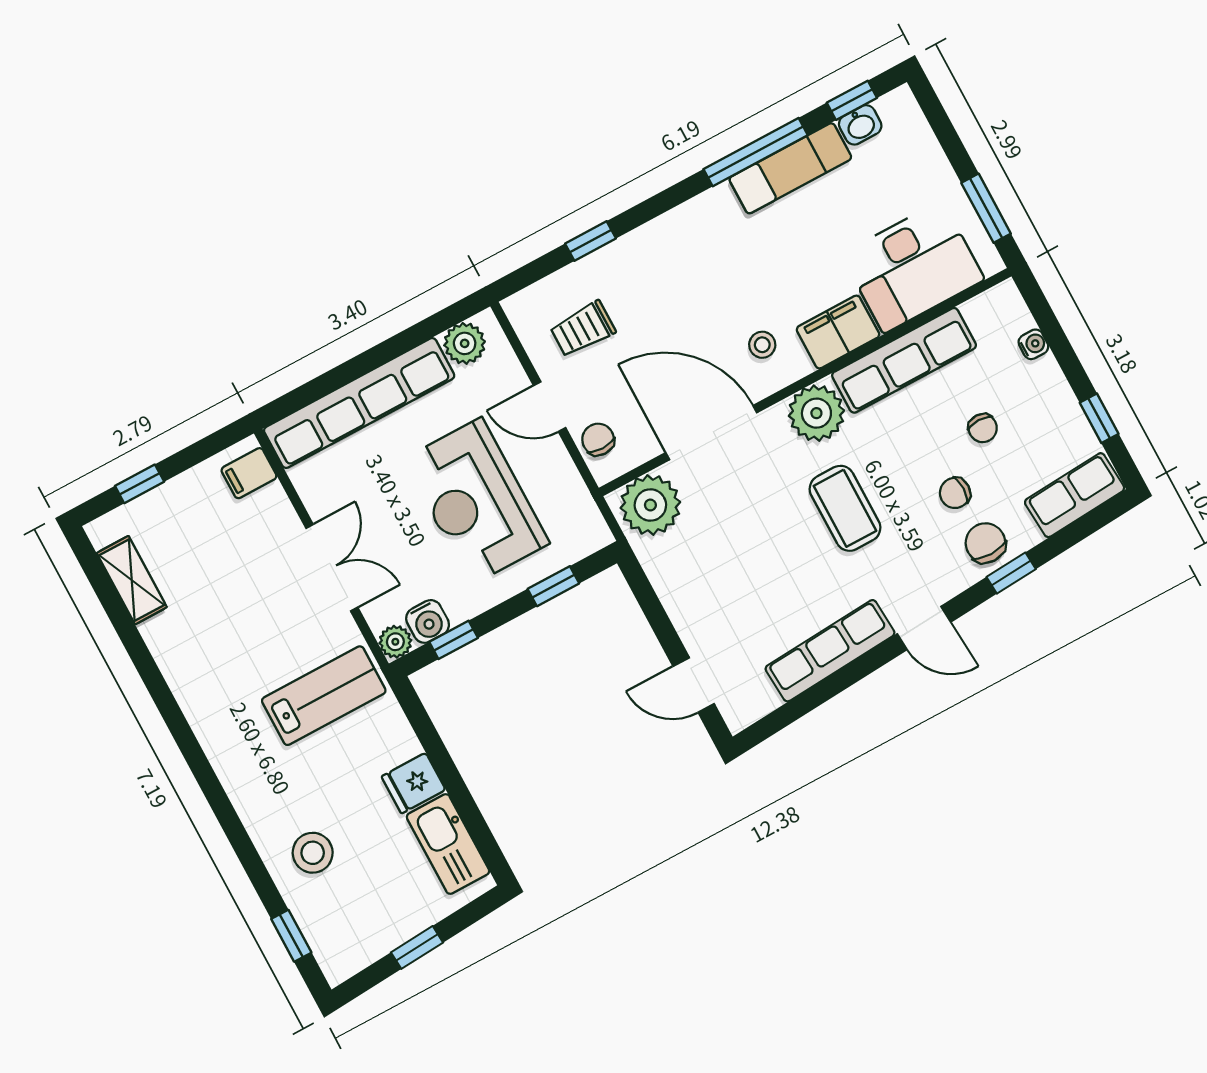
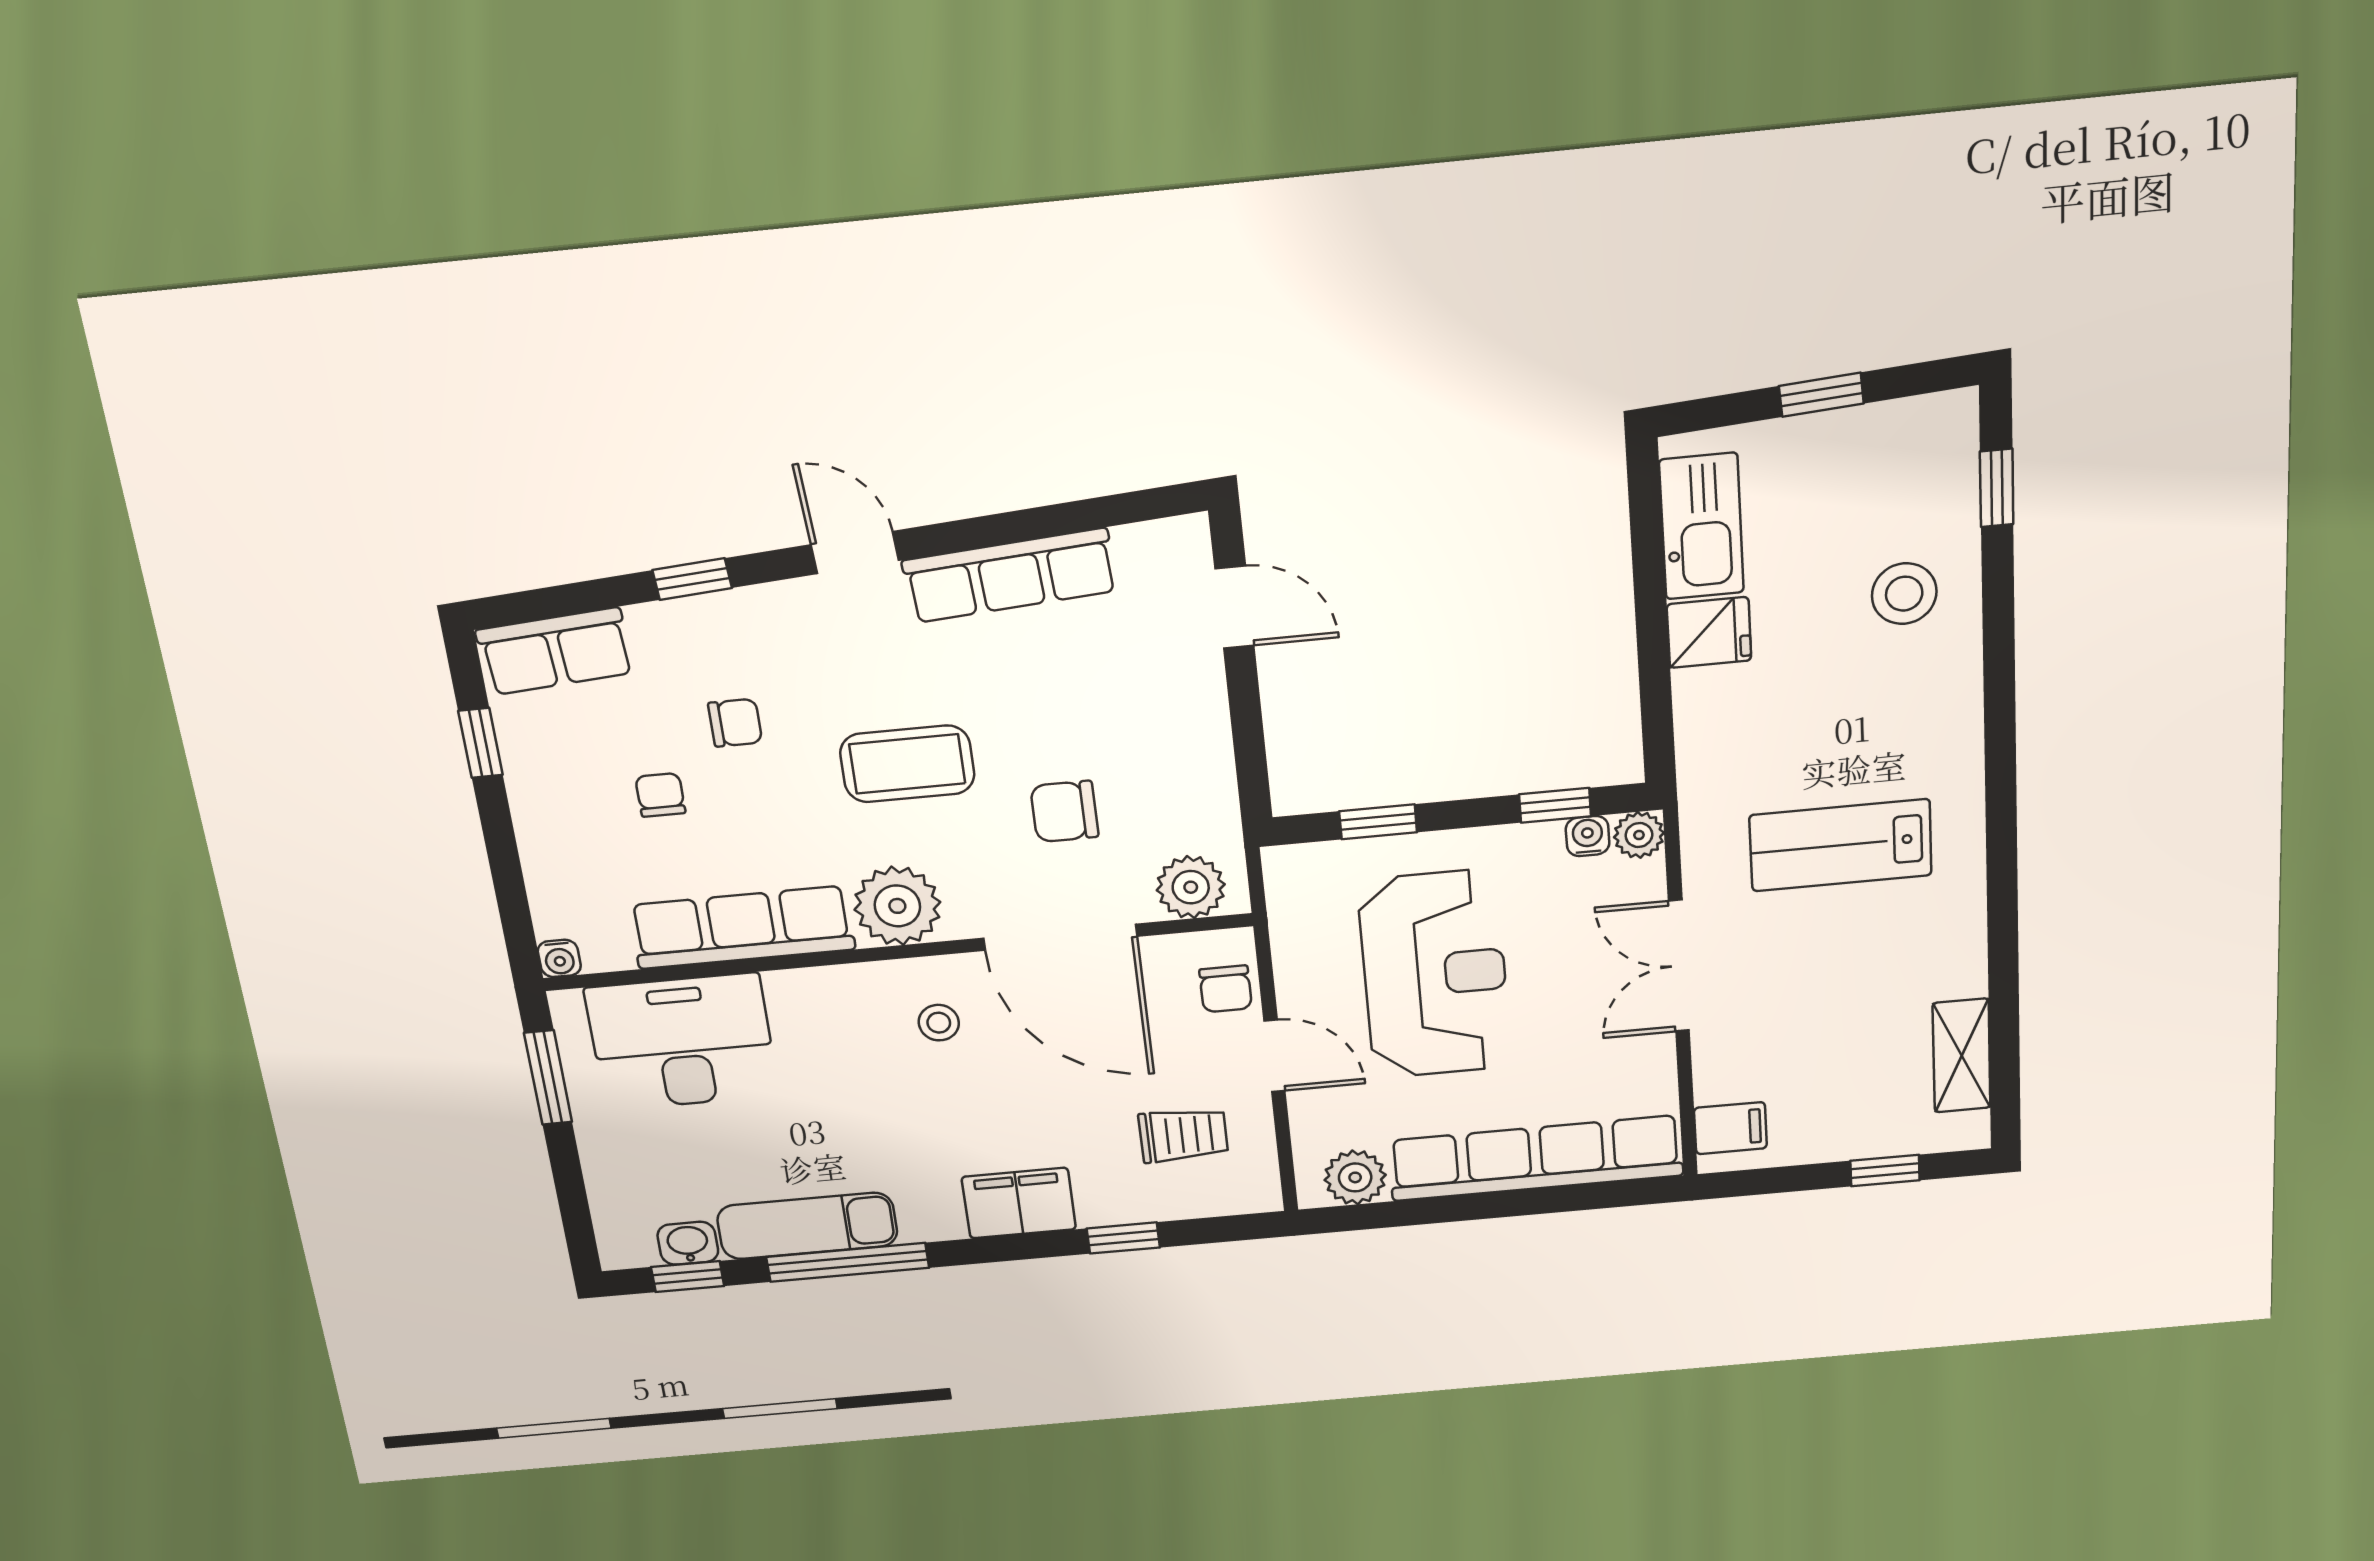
filing cabinet: (838, 332) -> (1019, 1203), moved, turned 180
water cooler: (1033, 344) -> (559, 958), moved, turned -90
plant: (650, 505) -> (1191, 887), width x0.73, depth x0.73
coffee table: (845, 508) -> (907, 764), turned 90
chair: (985, 543) -> (1064, 811), moved, turned 90
water cooler: (428, 621) -> (1588, 836), width x0.72, depth x0.72
lab bench: (324, 696) -> (1841, 845), moved

